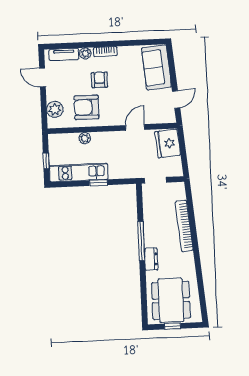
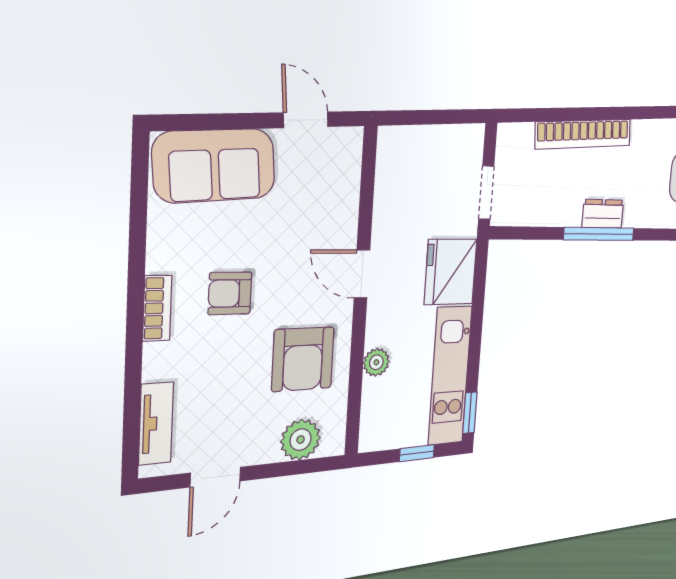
plant: (85, 53) -> (158, 364), removed
armchair: (100, 80) -> (230, 293), moved
door: (135, 127) -> (362, 274), moved
fridge: (168, 143) -> (451, 272), moved, turned 95
window: (98, 183) -> (470, 413), moved
dresser: (151, 259) -> (603, 214), moved

